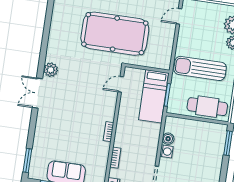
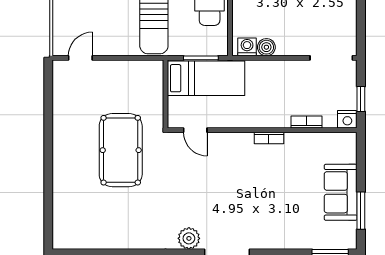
door: (179, 16) -> (80, 58), swing flipped
pool table: (115, 34) -> (121, 150), width x0.73, depth x0.76
washing machine: (166, 151) -> (247, 47), moved

